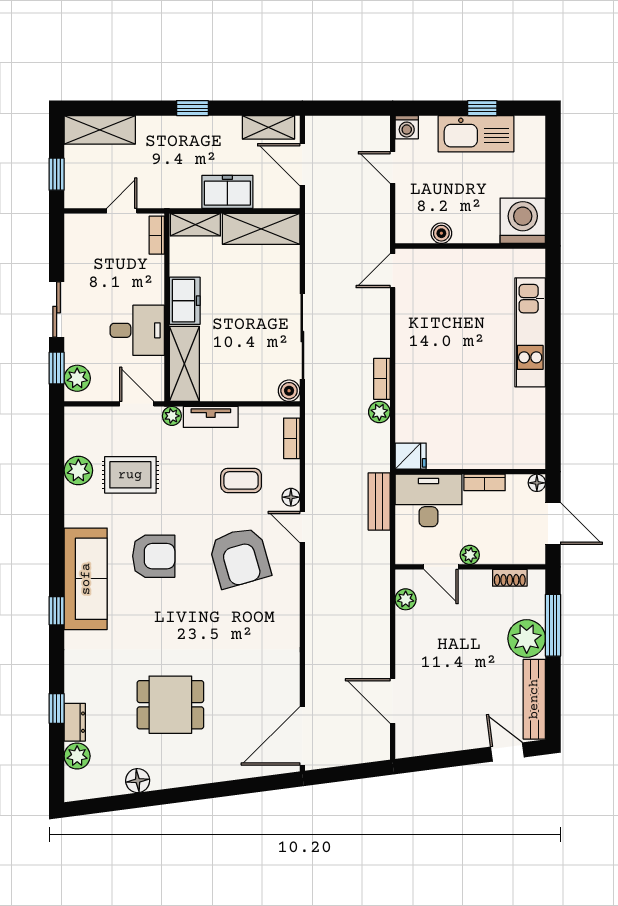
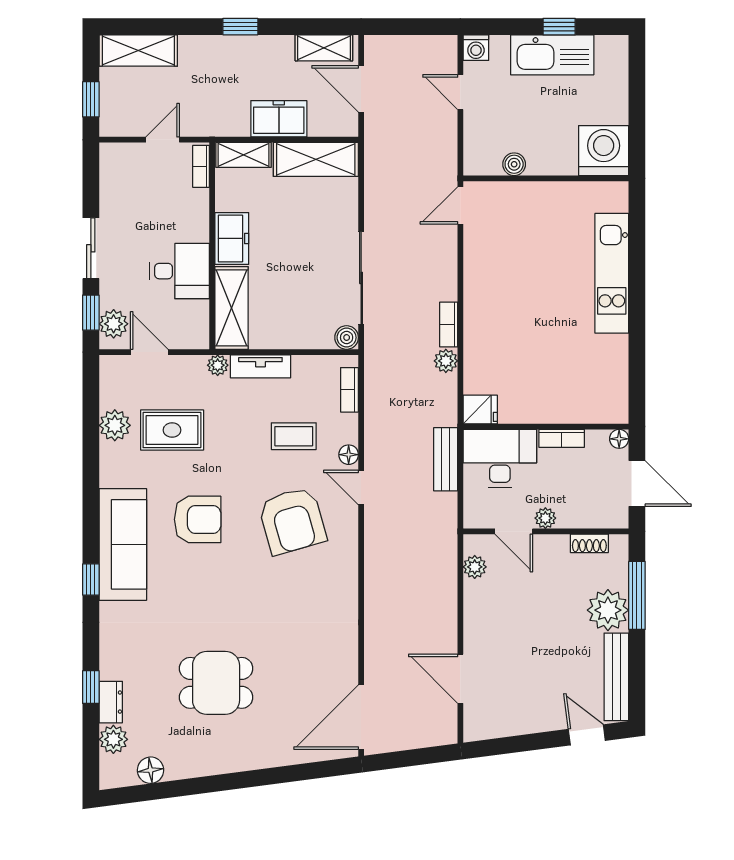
door: (137, 404) -> (149, 352), moved
floor lamp: (138, 781) -> (151, 770), moved

